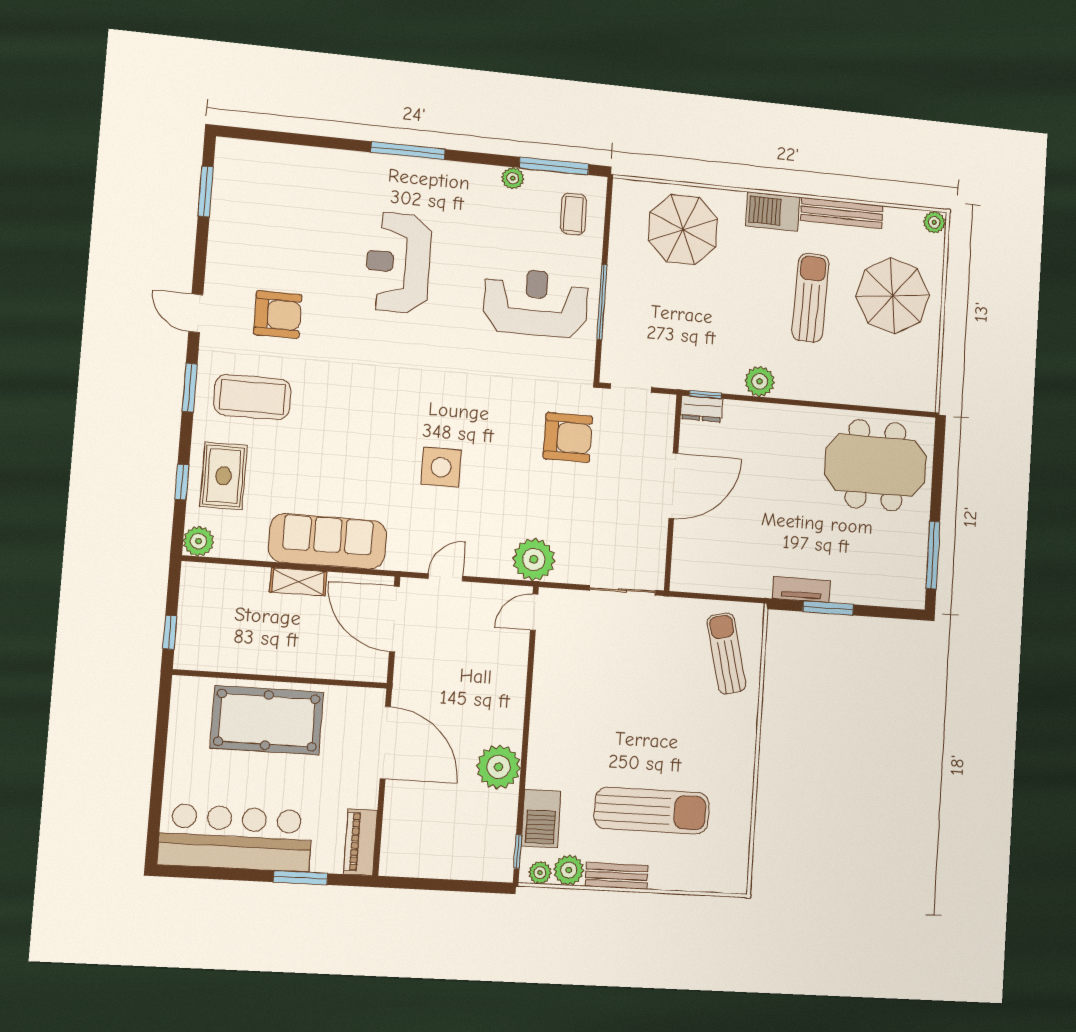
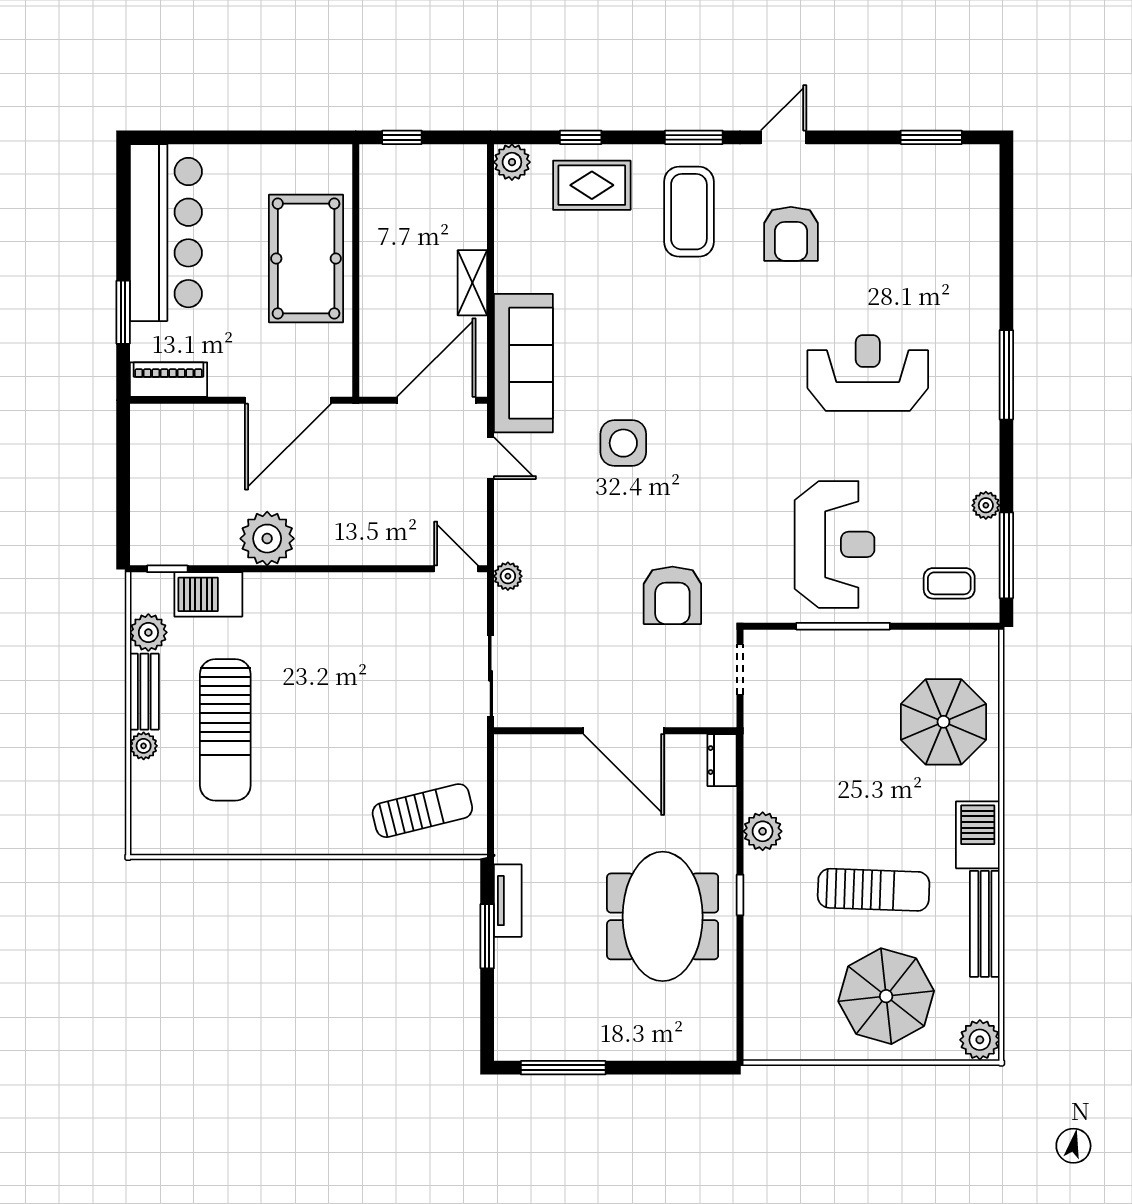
plant: (934, 222) -> (980, 1040), width x1.38, depth x1.38
window: (705, 395) -> (740, 895), moved
meeting table: (875, 465) -> (663, 916), moved
sofa: (327, 541) -> (523, 363), moved
plant: (534, 559) -> (508, 576), width x0.53, depth x0.53
plant: (540, 873) -> (144, 746), moved

